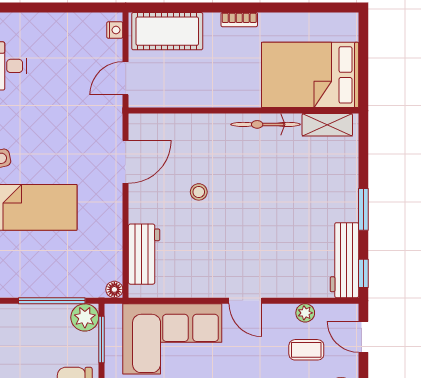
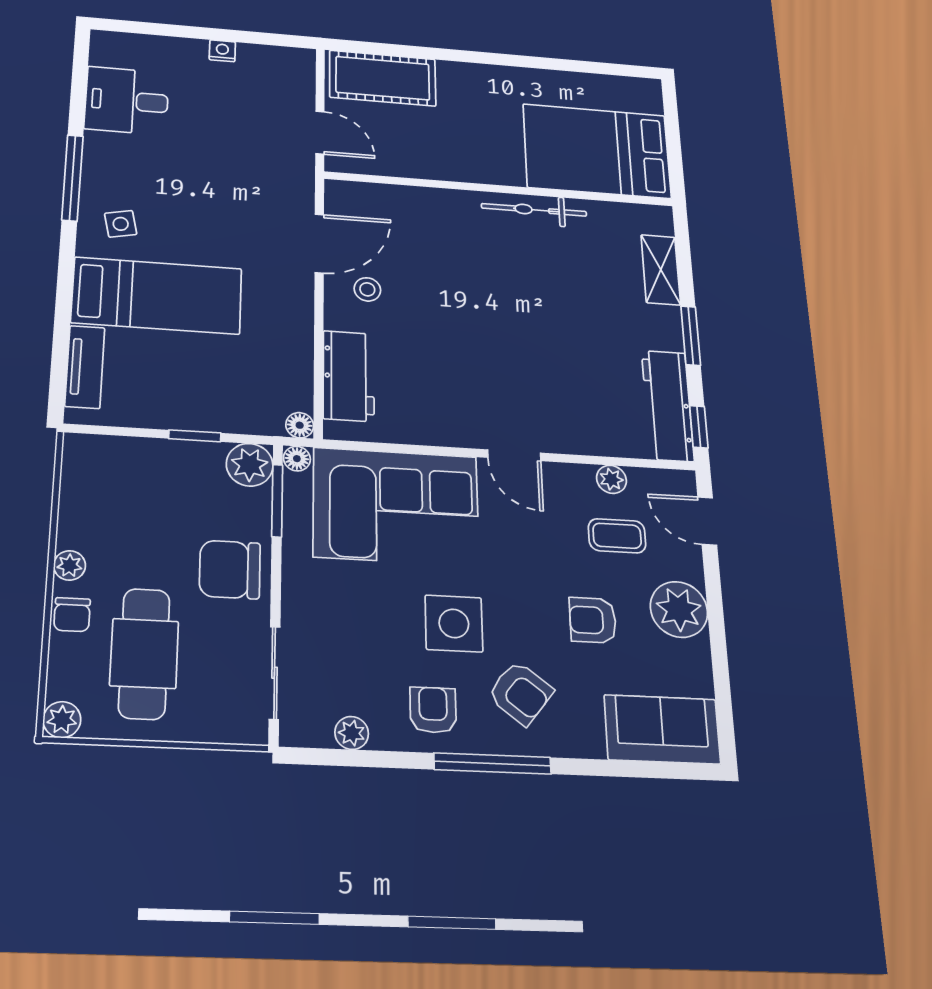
bookcase: (239, 20) -> (489, 73), removed
nightstand: (115, 30) -> (222, 51), moved, turned -90
door: (126, 78) -> (320, 133), swing flipped
shelving: (327, 125) -> (661, 270), moved, turned 90
stool: (199, 192) -> (367, 289), moved
window: (52, 301) -> (195, 436), width x0.46
floor lamp: (113, 312) -> (297, 459), added

